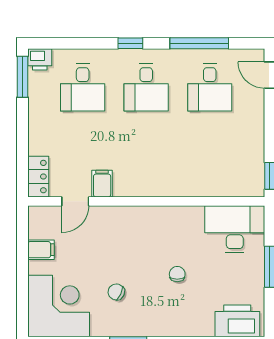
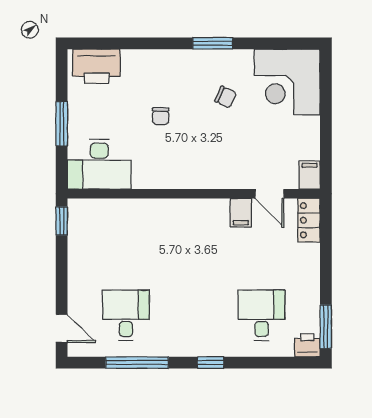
desk: (146, 87) -> (194, 315), removed
door: (75, 201) -> (269, 194), swing flipped
filing cabinet: (41, 250) -> (310, 175), moved, turned 90

